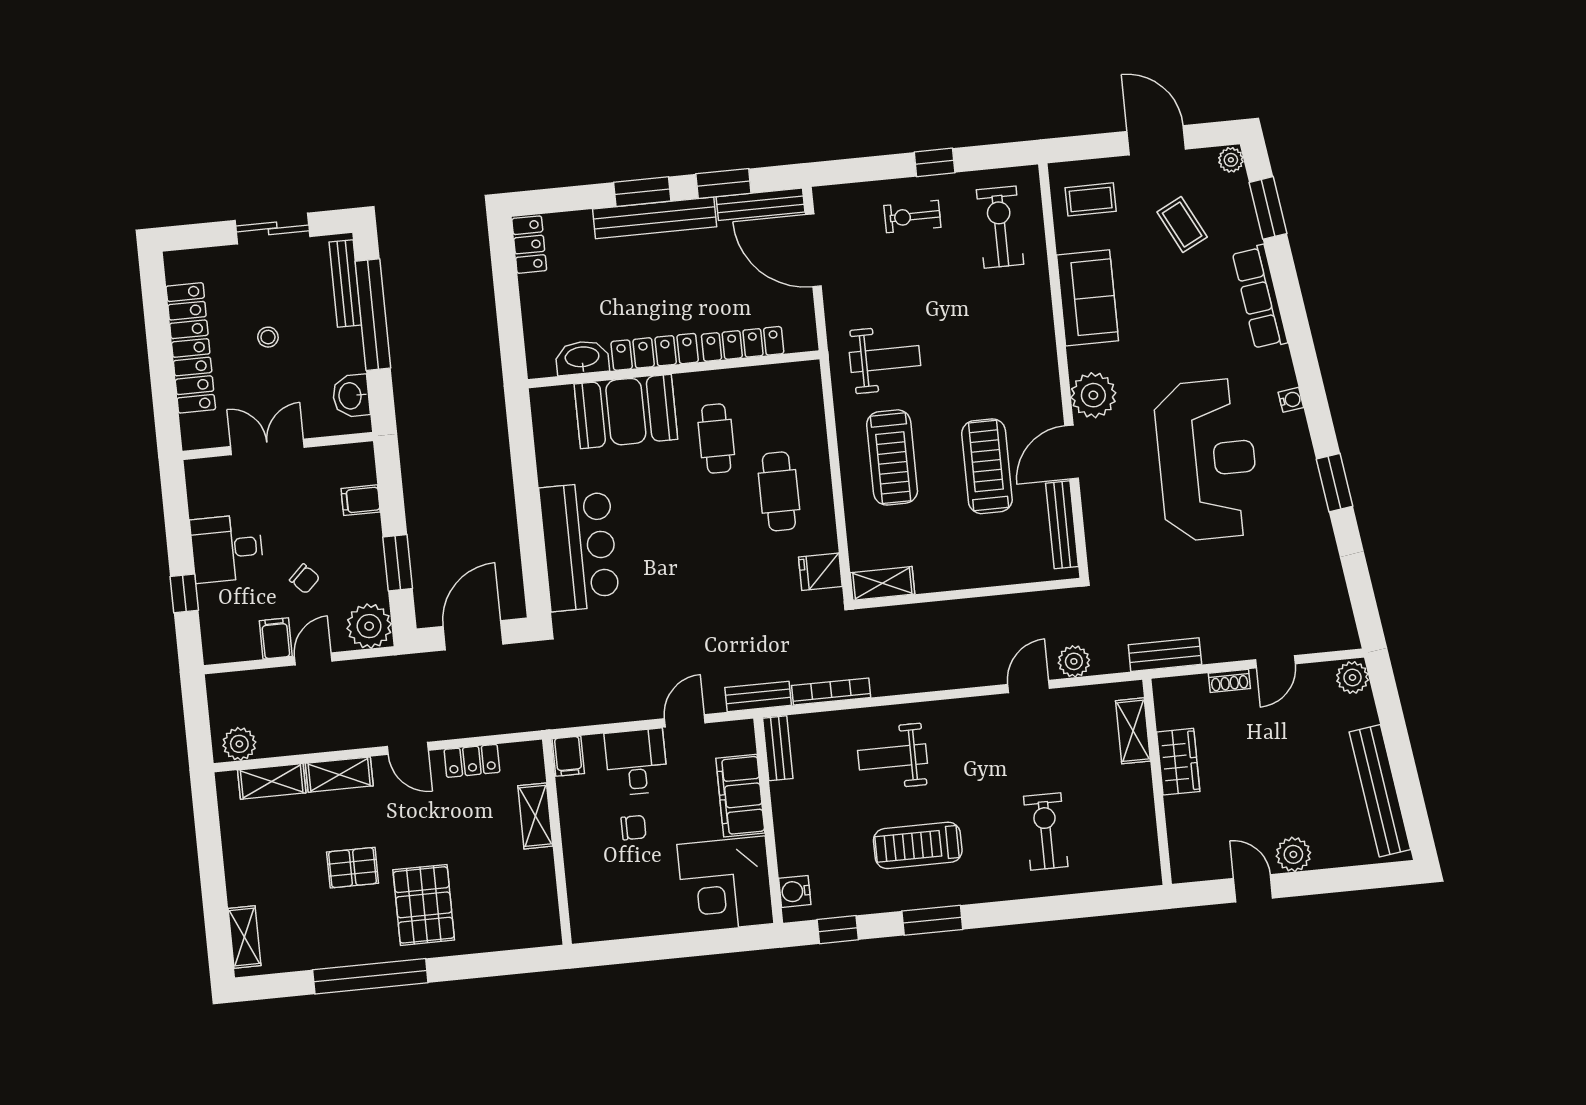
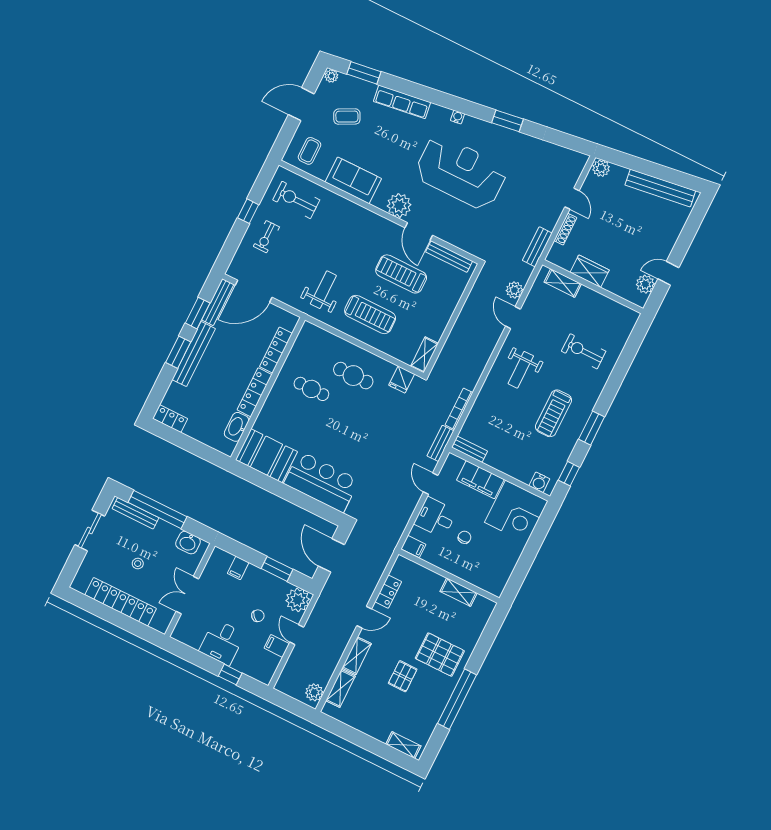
booth: (626, 412) -> (266, 456), moved, turned 90
shoe rack: (1229, 681) -> (565, 229), width x1.43
weight bench: (893, 757) -> (521, 370), moved
shelving: (535, 816) -> (459, 592), moved
plant: (1293, 854) -> (645, 284), moved

